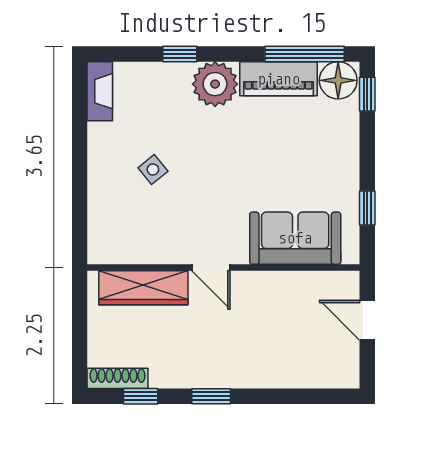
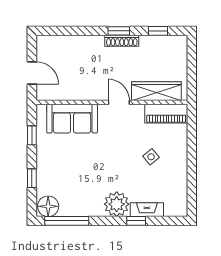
piano: (279, 79) -> (166, 114), moved, turned 180
fireplace: (100, 91) -> (147, 210), moved, turned 90
window: (367, 94) -> (32, 178), moved
shoe rack: (117, 378) -> (122, 41), moved

